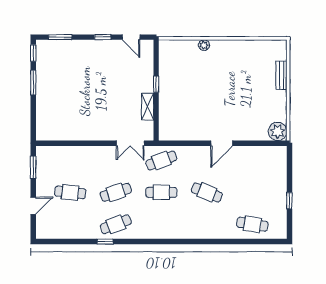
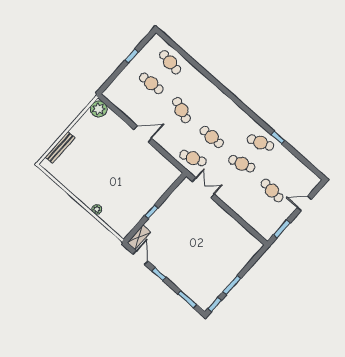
bench: (281, 75) -> (60, 147), width x1.36
shelving: (148, 107) -> (139, 237), moved
cafe table: (252, 192) -> (151, 83), added

